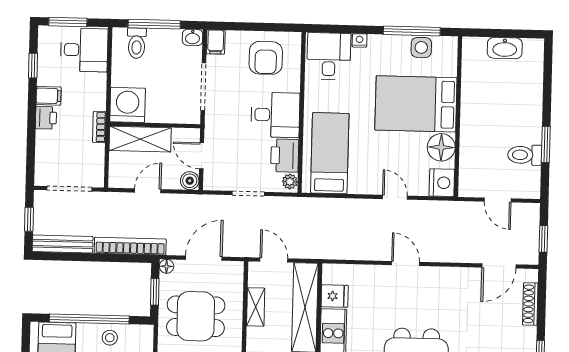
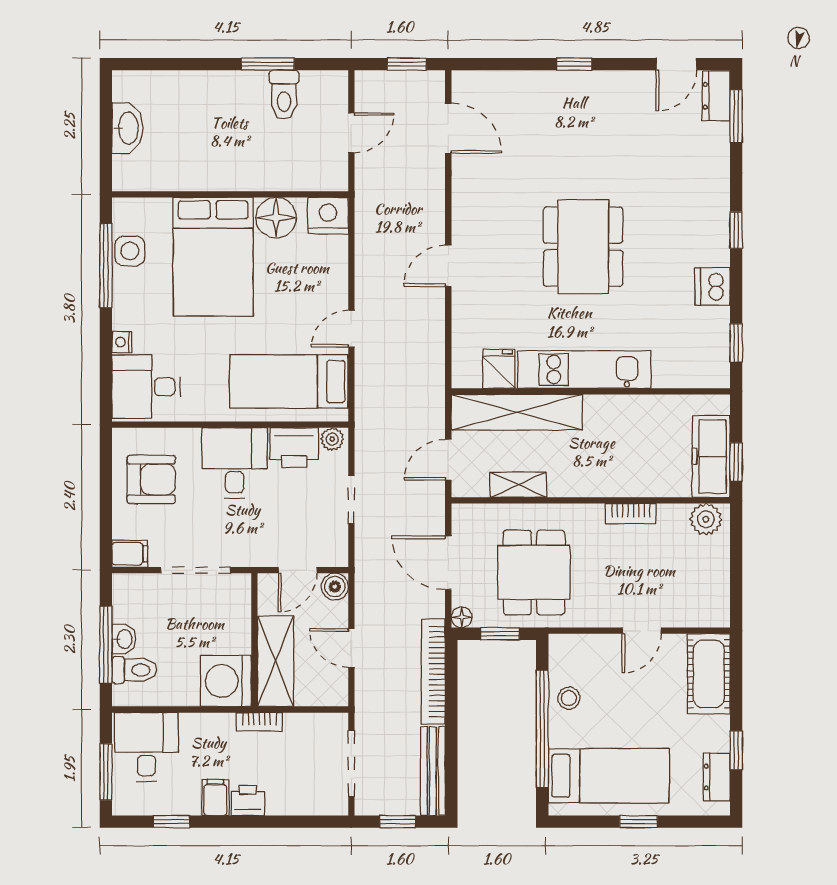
washbasin: (193, 37) -> (124, 639), moved
door: (395, 197) -> (351, 329), moved
shoe rack: (530, 304) -> (503, 81), removed

